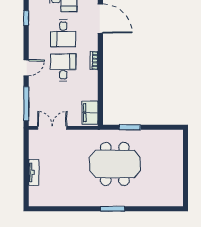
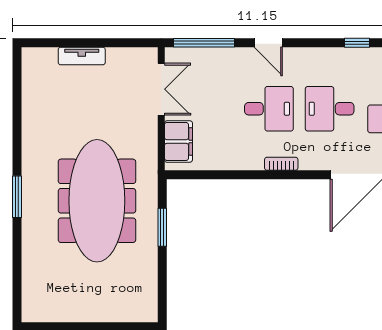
filing cabinet: (90, 113) -> (178, 141), moved, turned 90
meeting table: (115, 164) -> (97, 201), width x1.36

